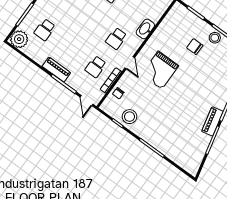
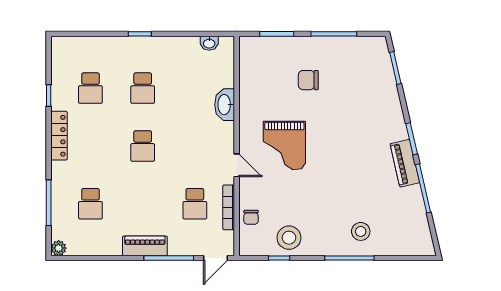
stool: (215, 38) -> (361, 231), moved
plant: (19, 39) -> (59, 248), width x0.53, depth x0.53
school desk: (116, 39) -> (143, 146), moved
door: (86, 101) -> (215, 258), hinge flipped

